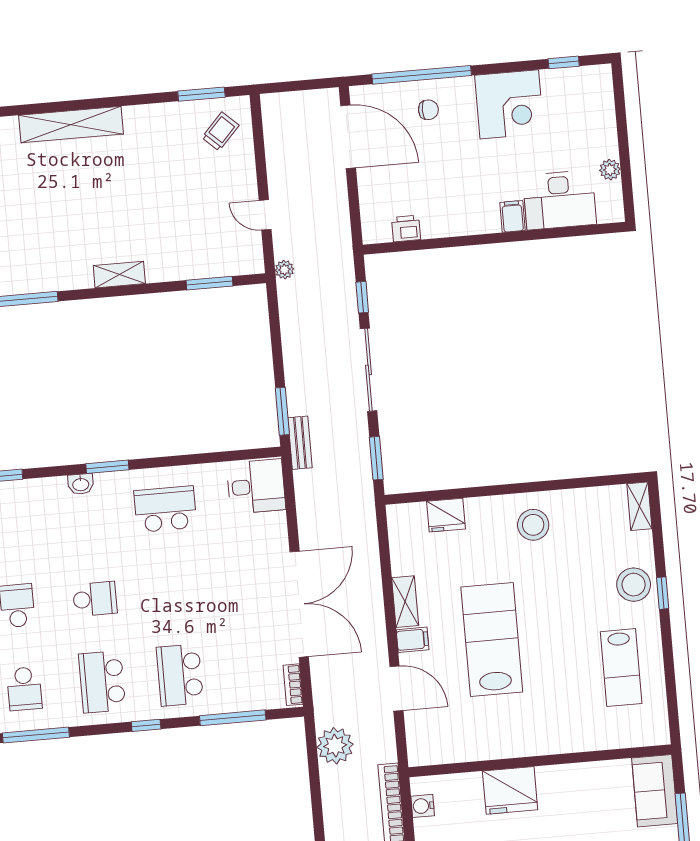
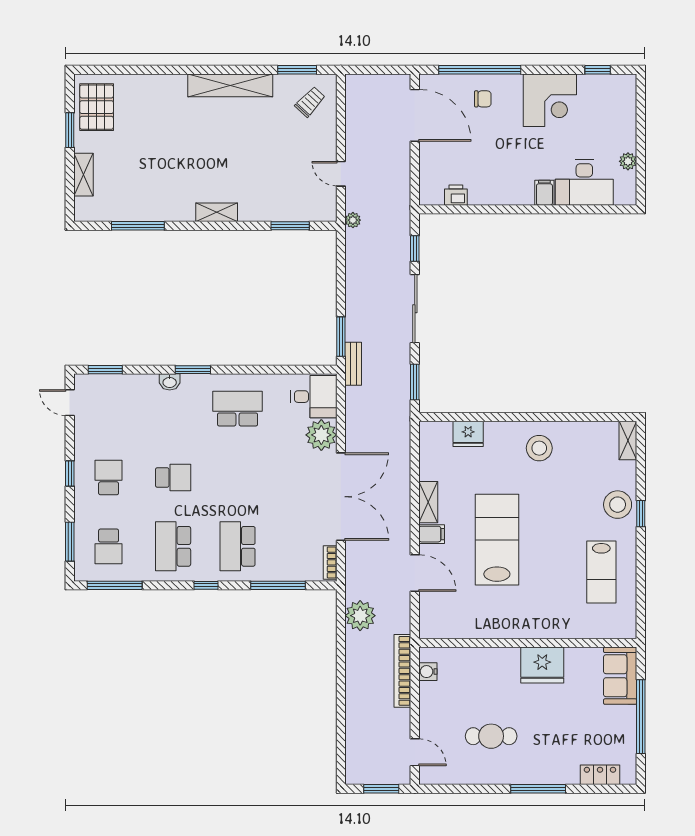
shelving: (71, 125) -> (230, 85), moved
plant: (269, 532) -> (321, 435), added
fridge: (510, 790) -> (542, 665), moved

